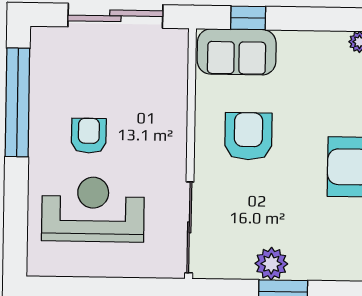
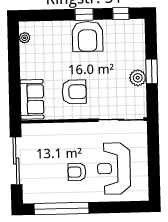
window: (248, 18) -> (15, 94), removed
armchair: (248, 136) -> (74, 92), turned 180

